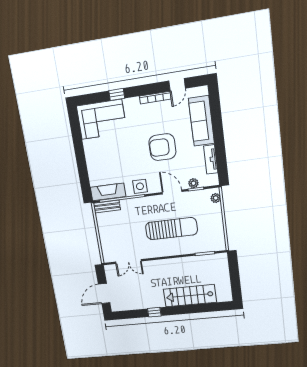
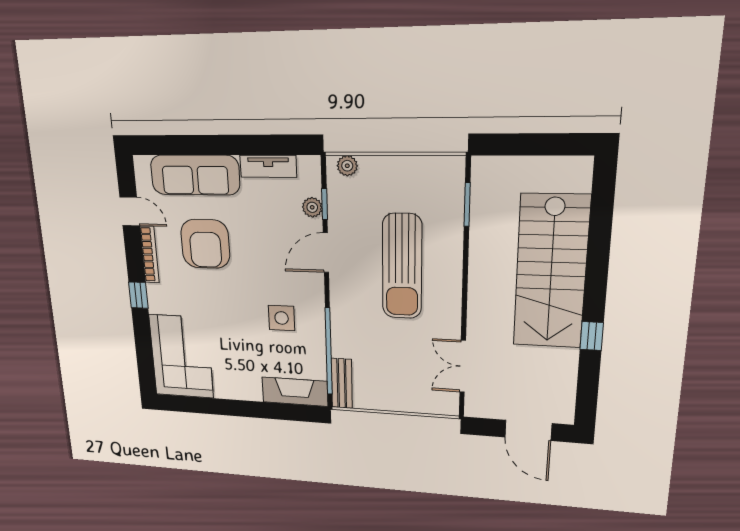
window: (117, 94) -> (138, 295), moved
armchair: (162, 147) -> (205, 244), moved
side table: (140, 186) -> (282, 318), moved
fireplace: (108, 192) -> (295, 392), moved, turned 90
sun lounger: (171, 229) -> (402, 267), turned 180
double door: (128, 262) -> (463, 366), swing flipped
stairs: (190, 296) -> (551, 272), width x1.36, depth x1.51

